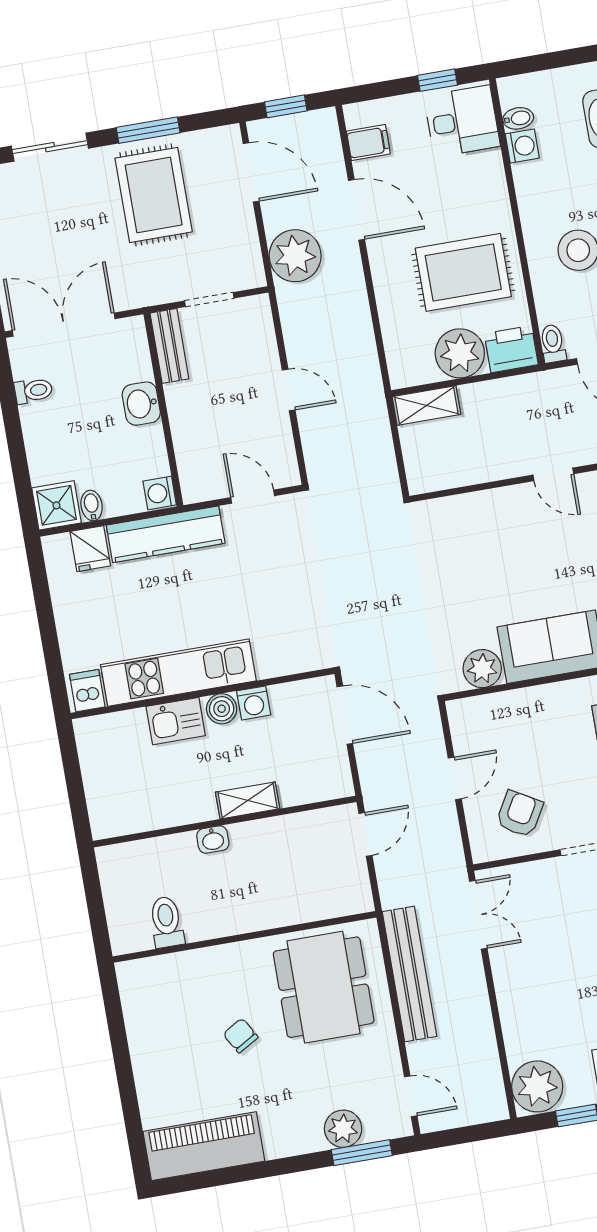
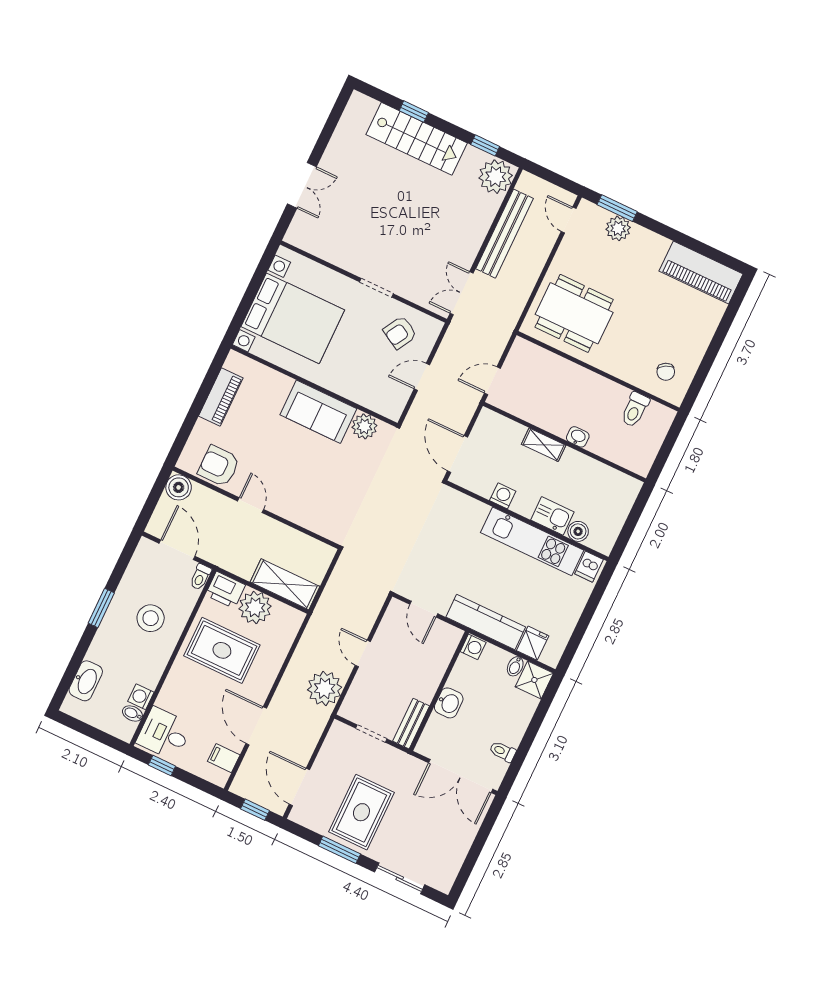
plant: (295, 256) -> (325, 688), moved
shelving: (426, 405) -> (285, 584), width x1.50, depth x1.33
boiler: (222, 709) -> (578, 531), moved
bench: (409, 974) -> (504, 234), moved
dining table: (324, 987) -> (574, 313), turned 90
chair: (241, 1036) -> (666, 372), moved

